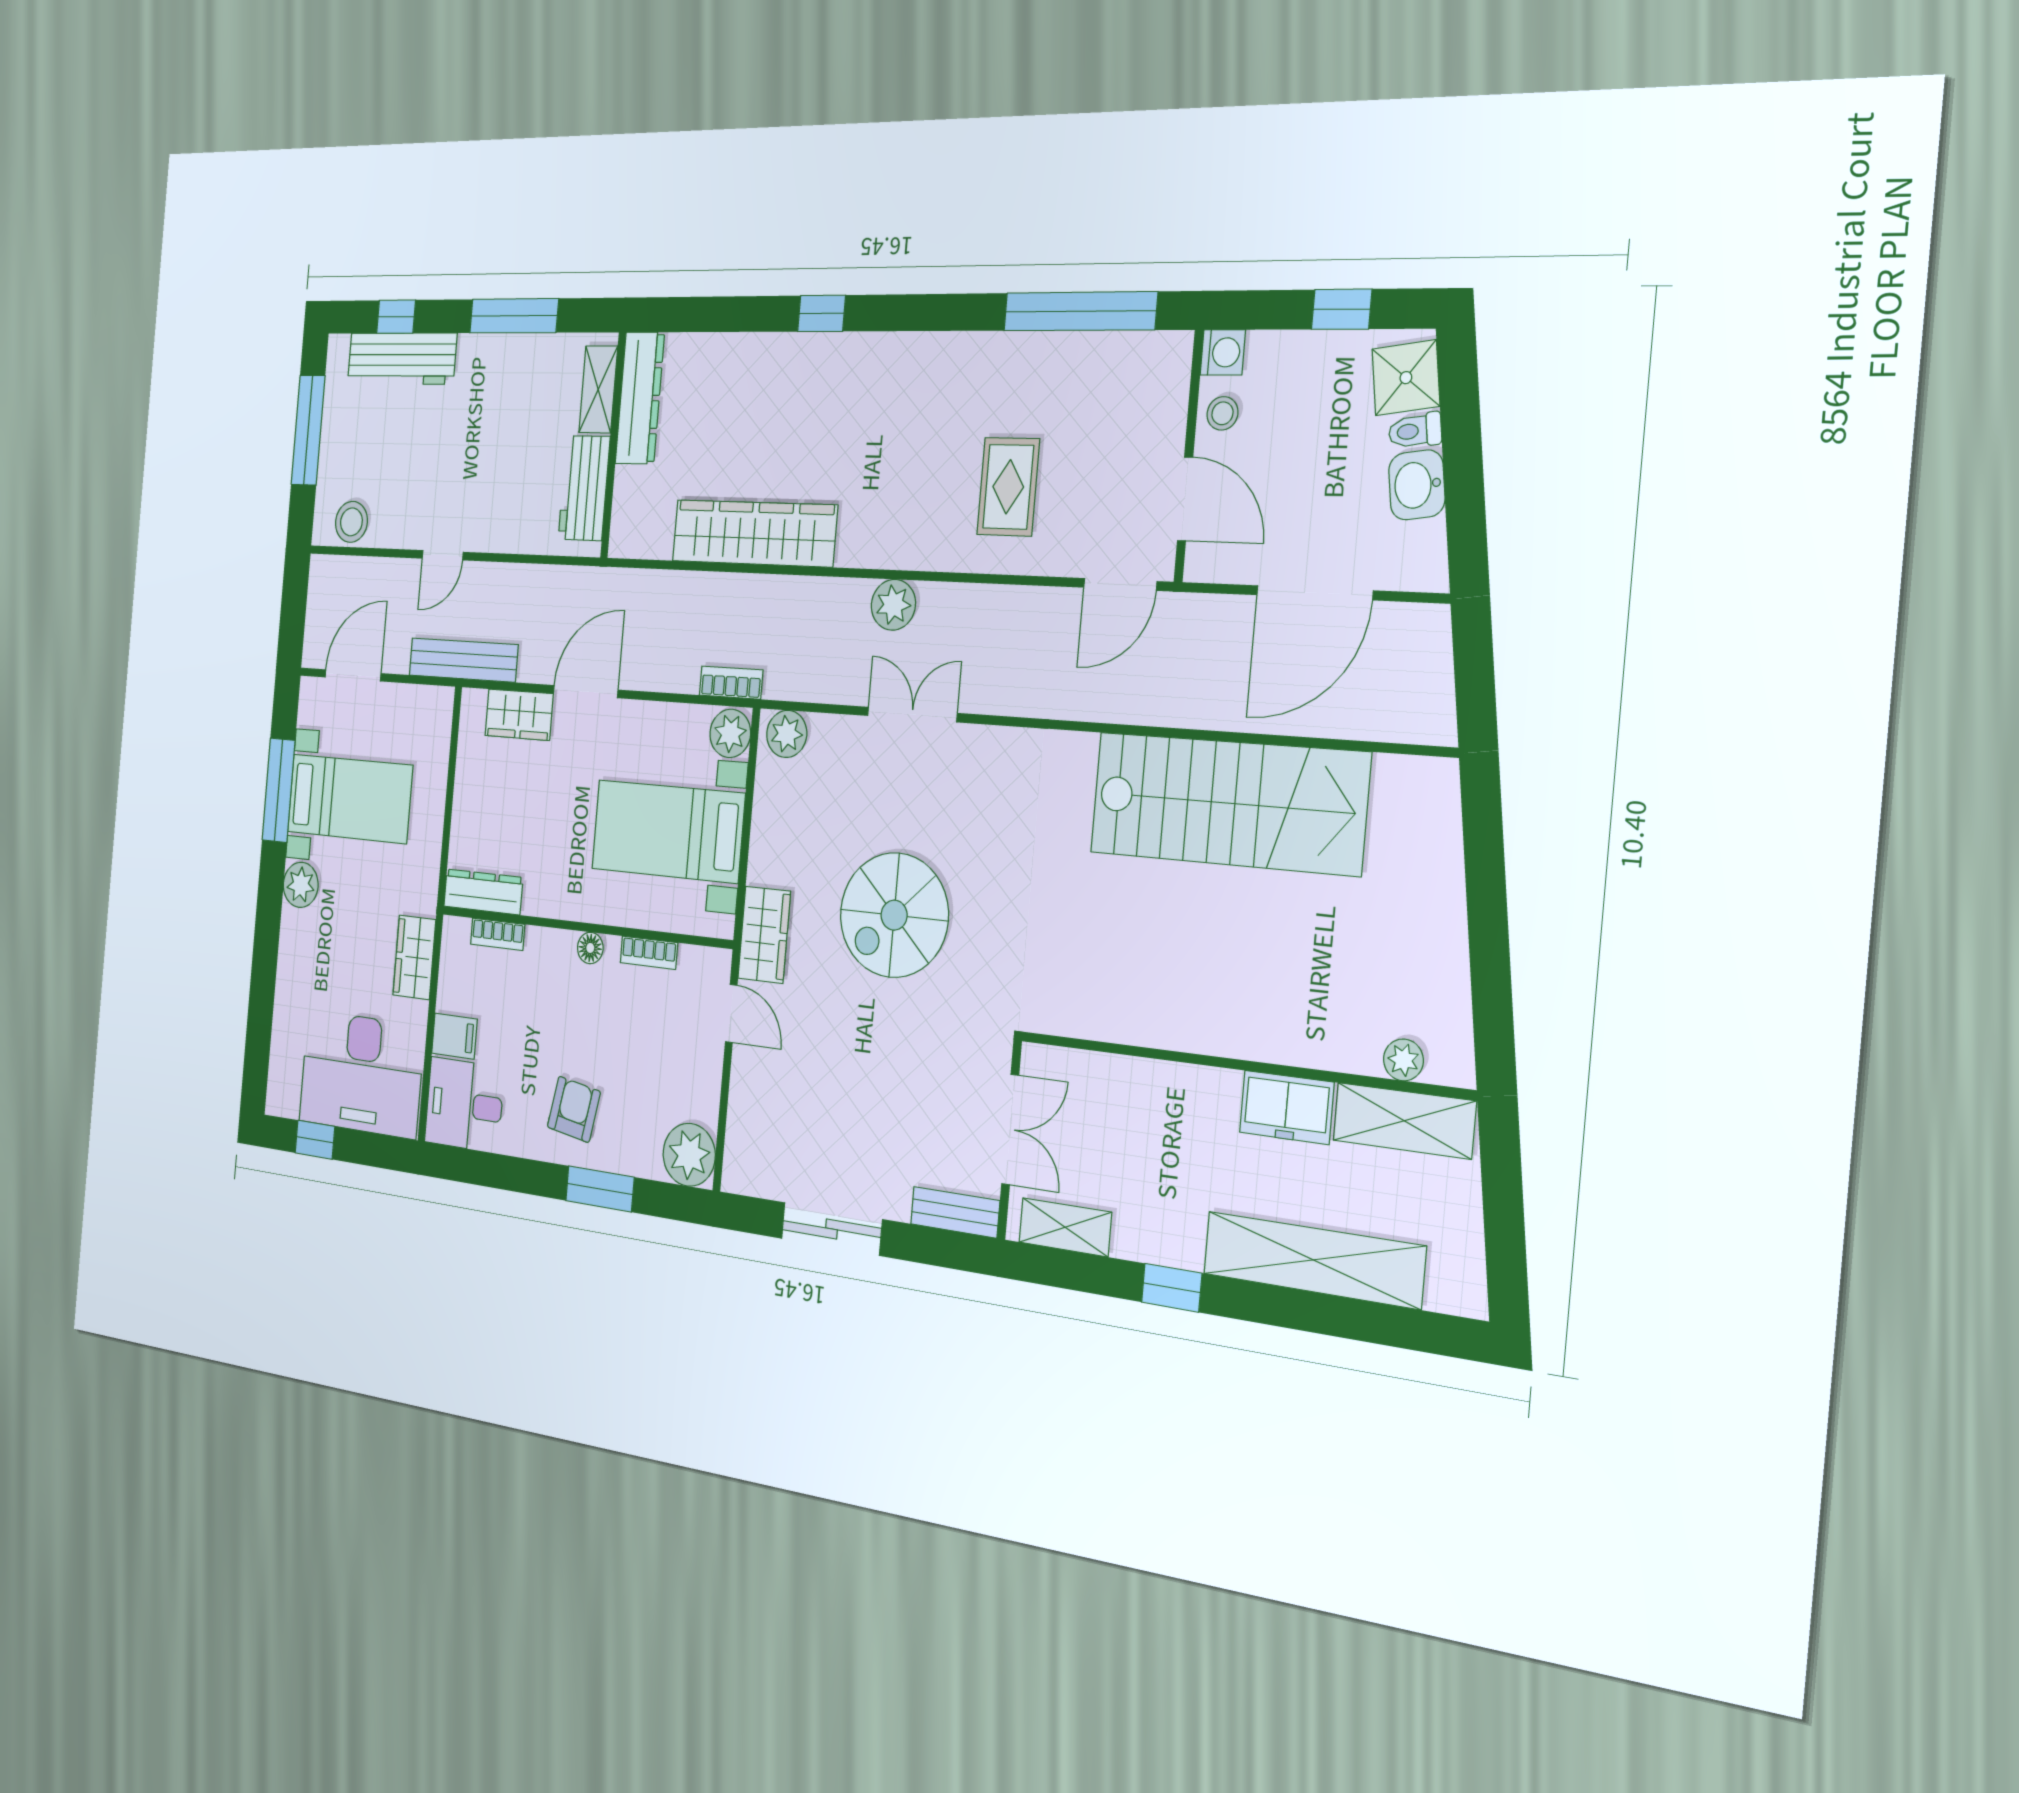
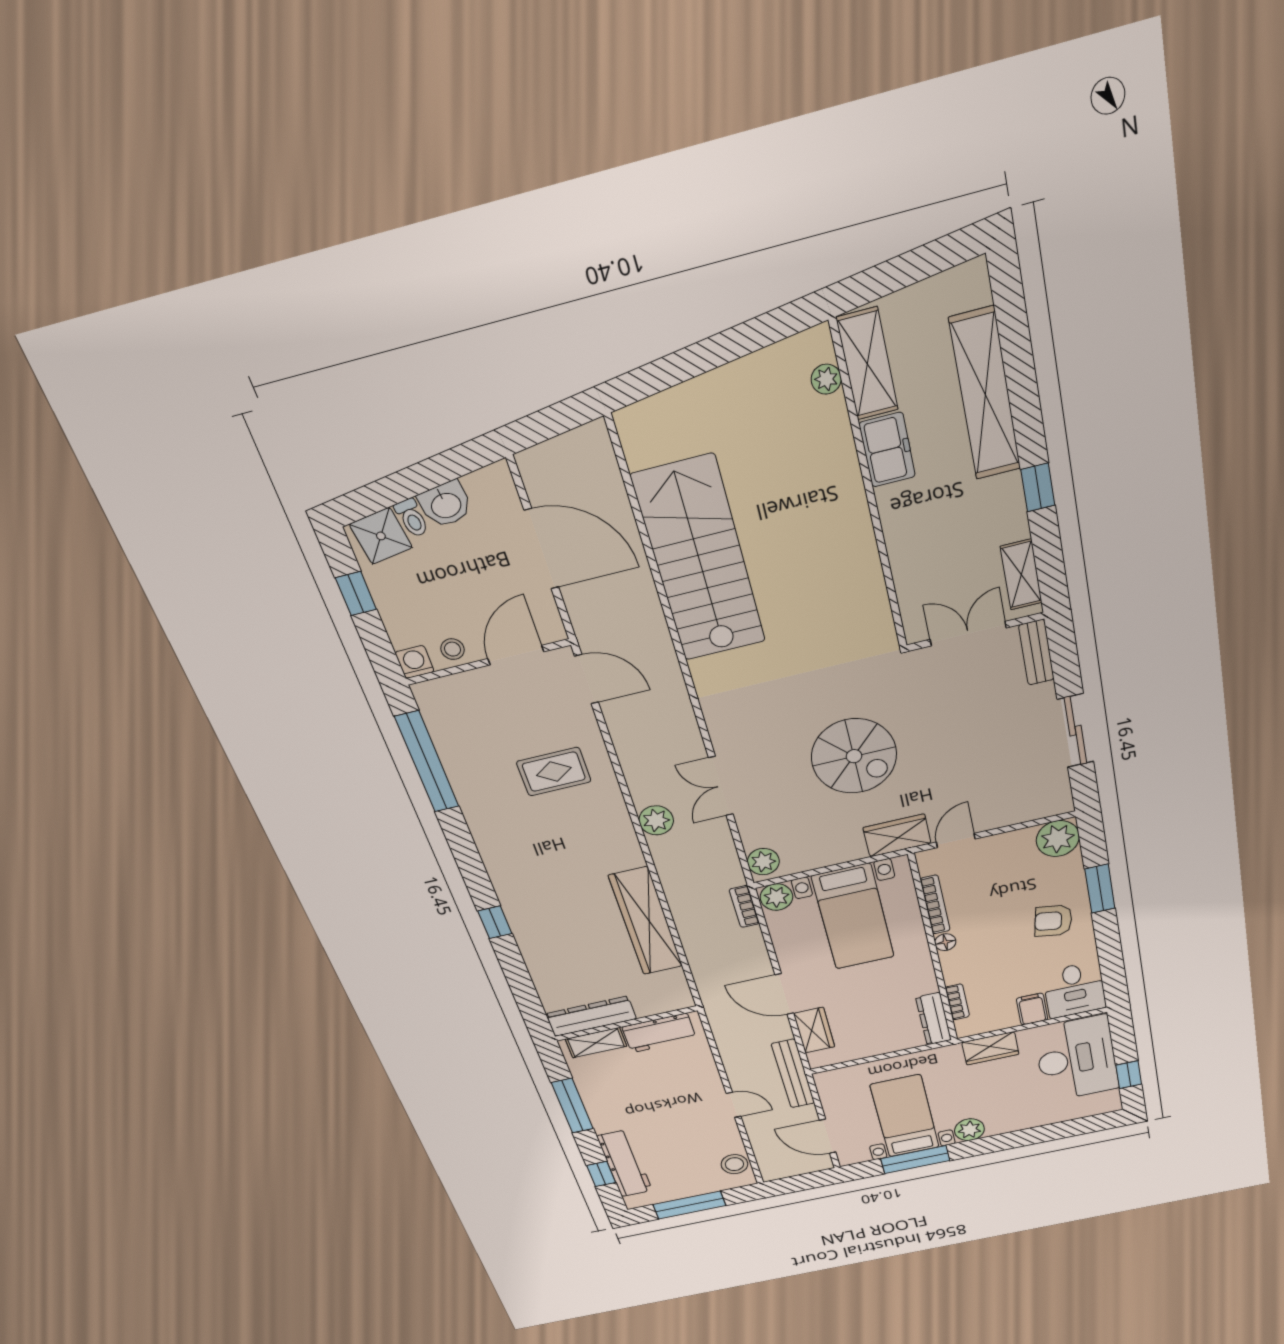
bookcase: (649, 953) -> (935, 905), width x1.56

